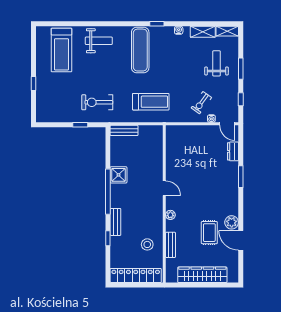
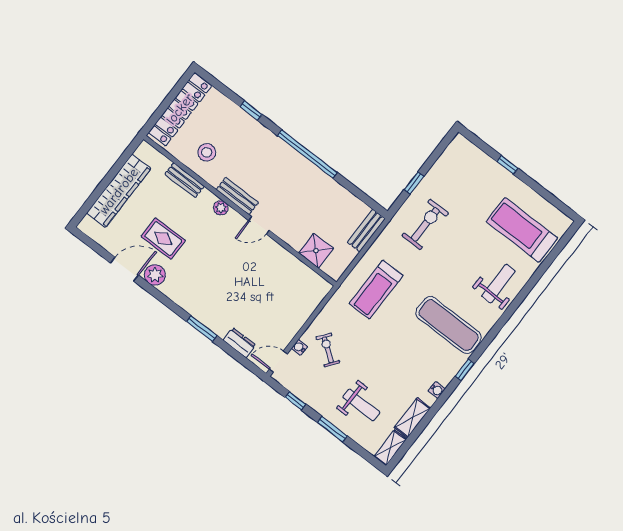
weight bench: (99, 41) -> (498, 284), turned 180
shower: (119, 175) -> (316, 251), moved
bench: (115, 222) -> (237, 196), moved

